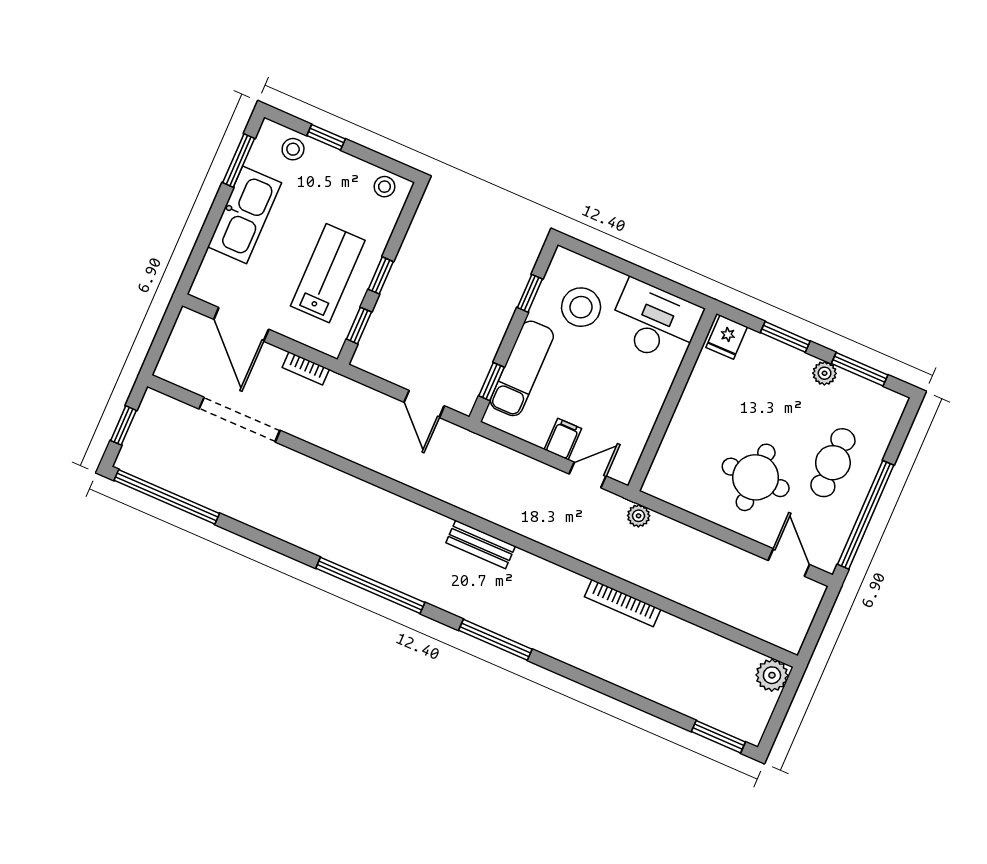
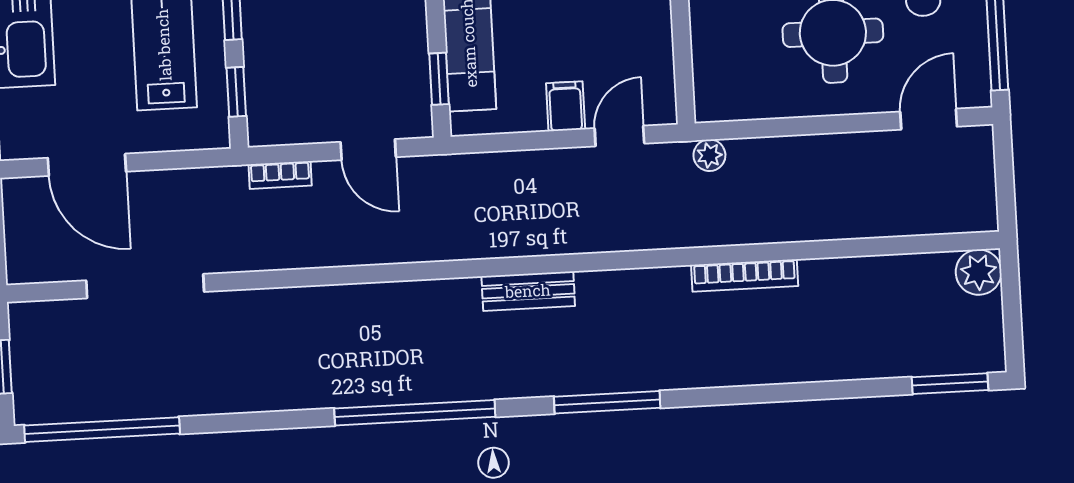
bookcase: (306, 368) -> (280, 175), moved
door: (789, 562) -> (929, 119), hinge flipped

